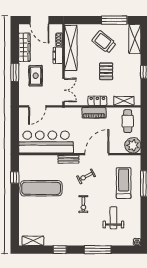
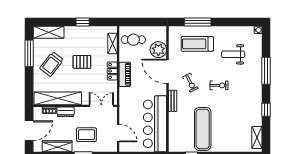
plant: (133, 145) -> (158, 50), moved

